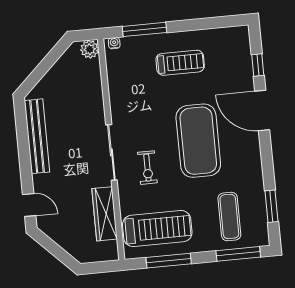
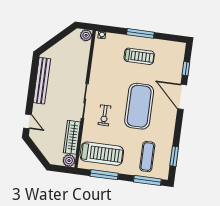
window: (144, 29) -> (140, 33), moved
plant: (108, 251) -> (69, 161), added

